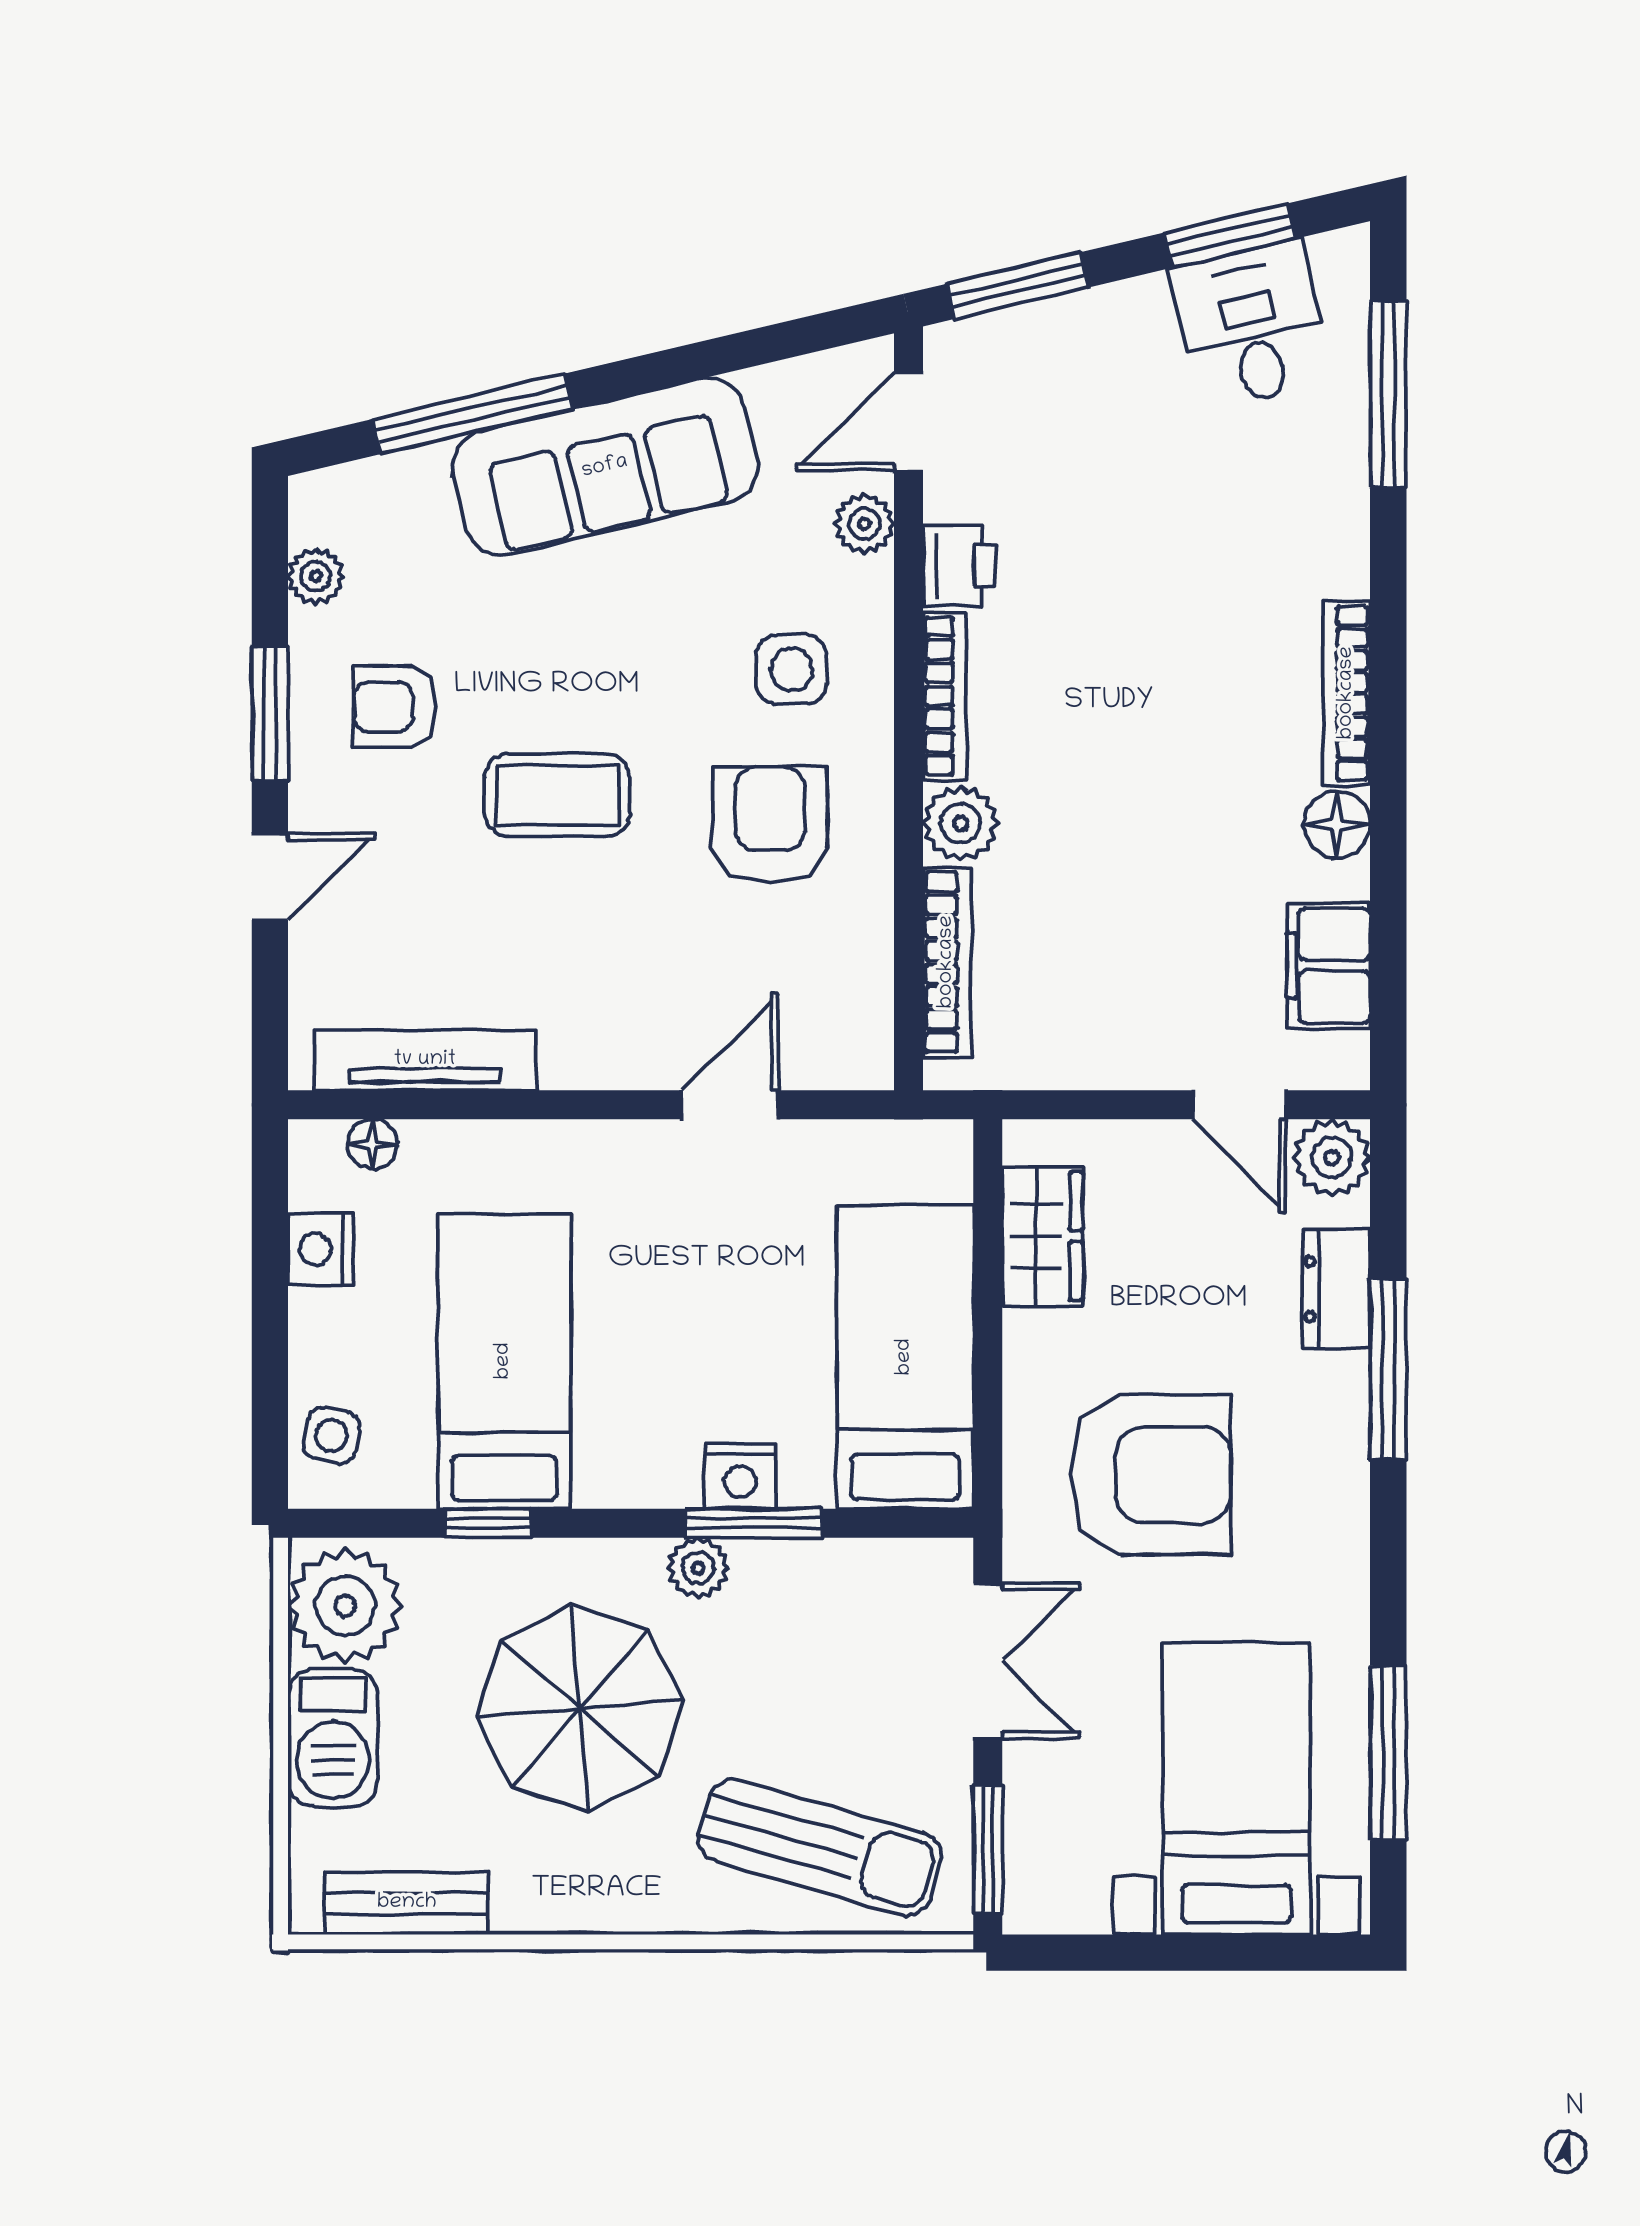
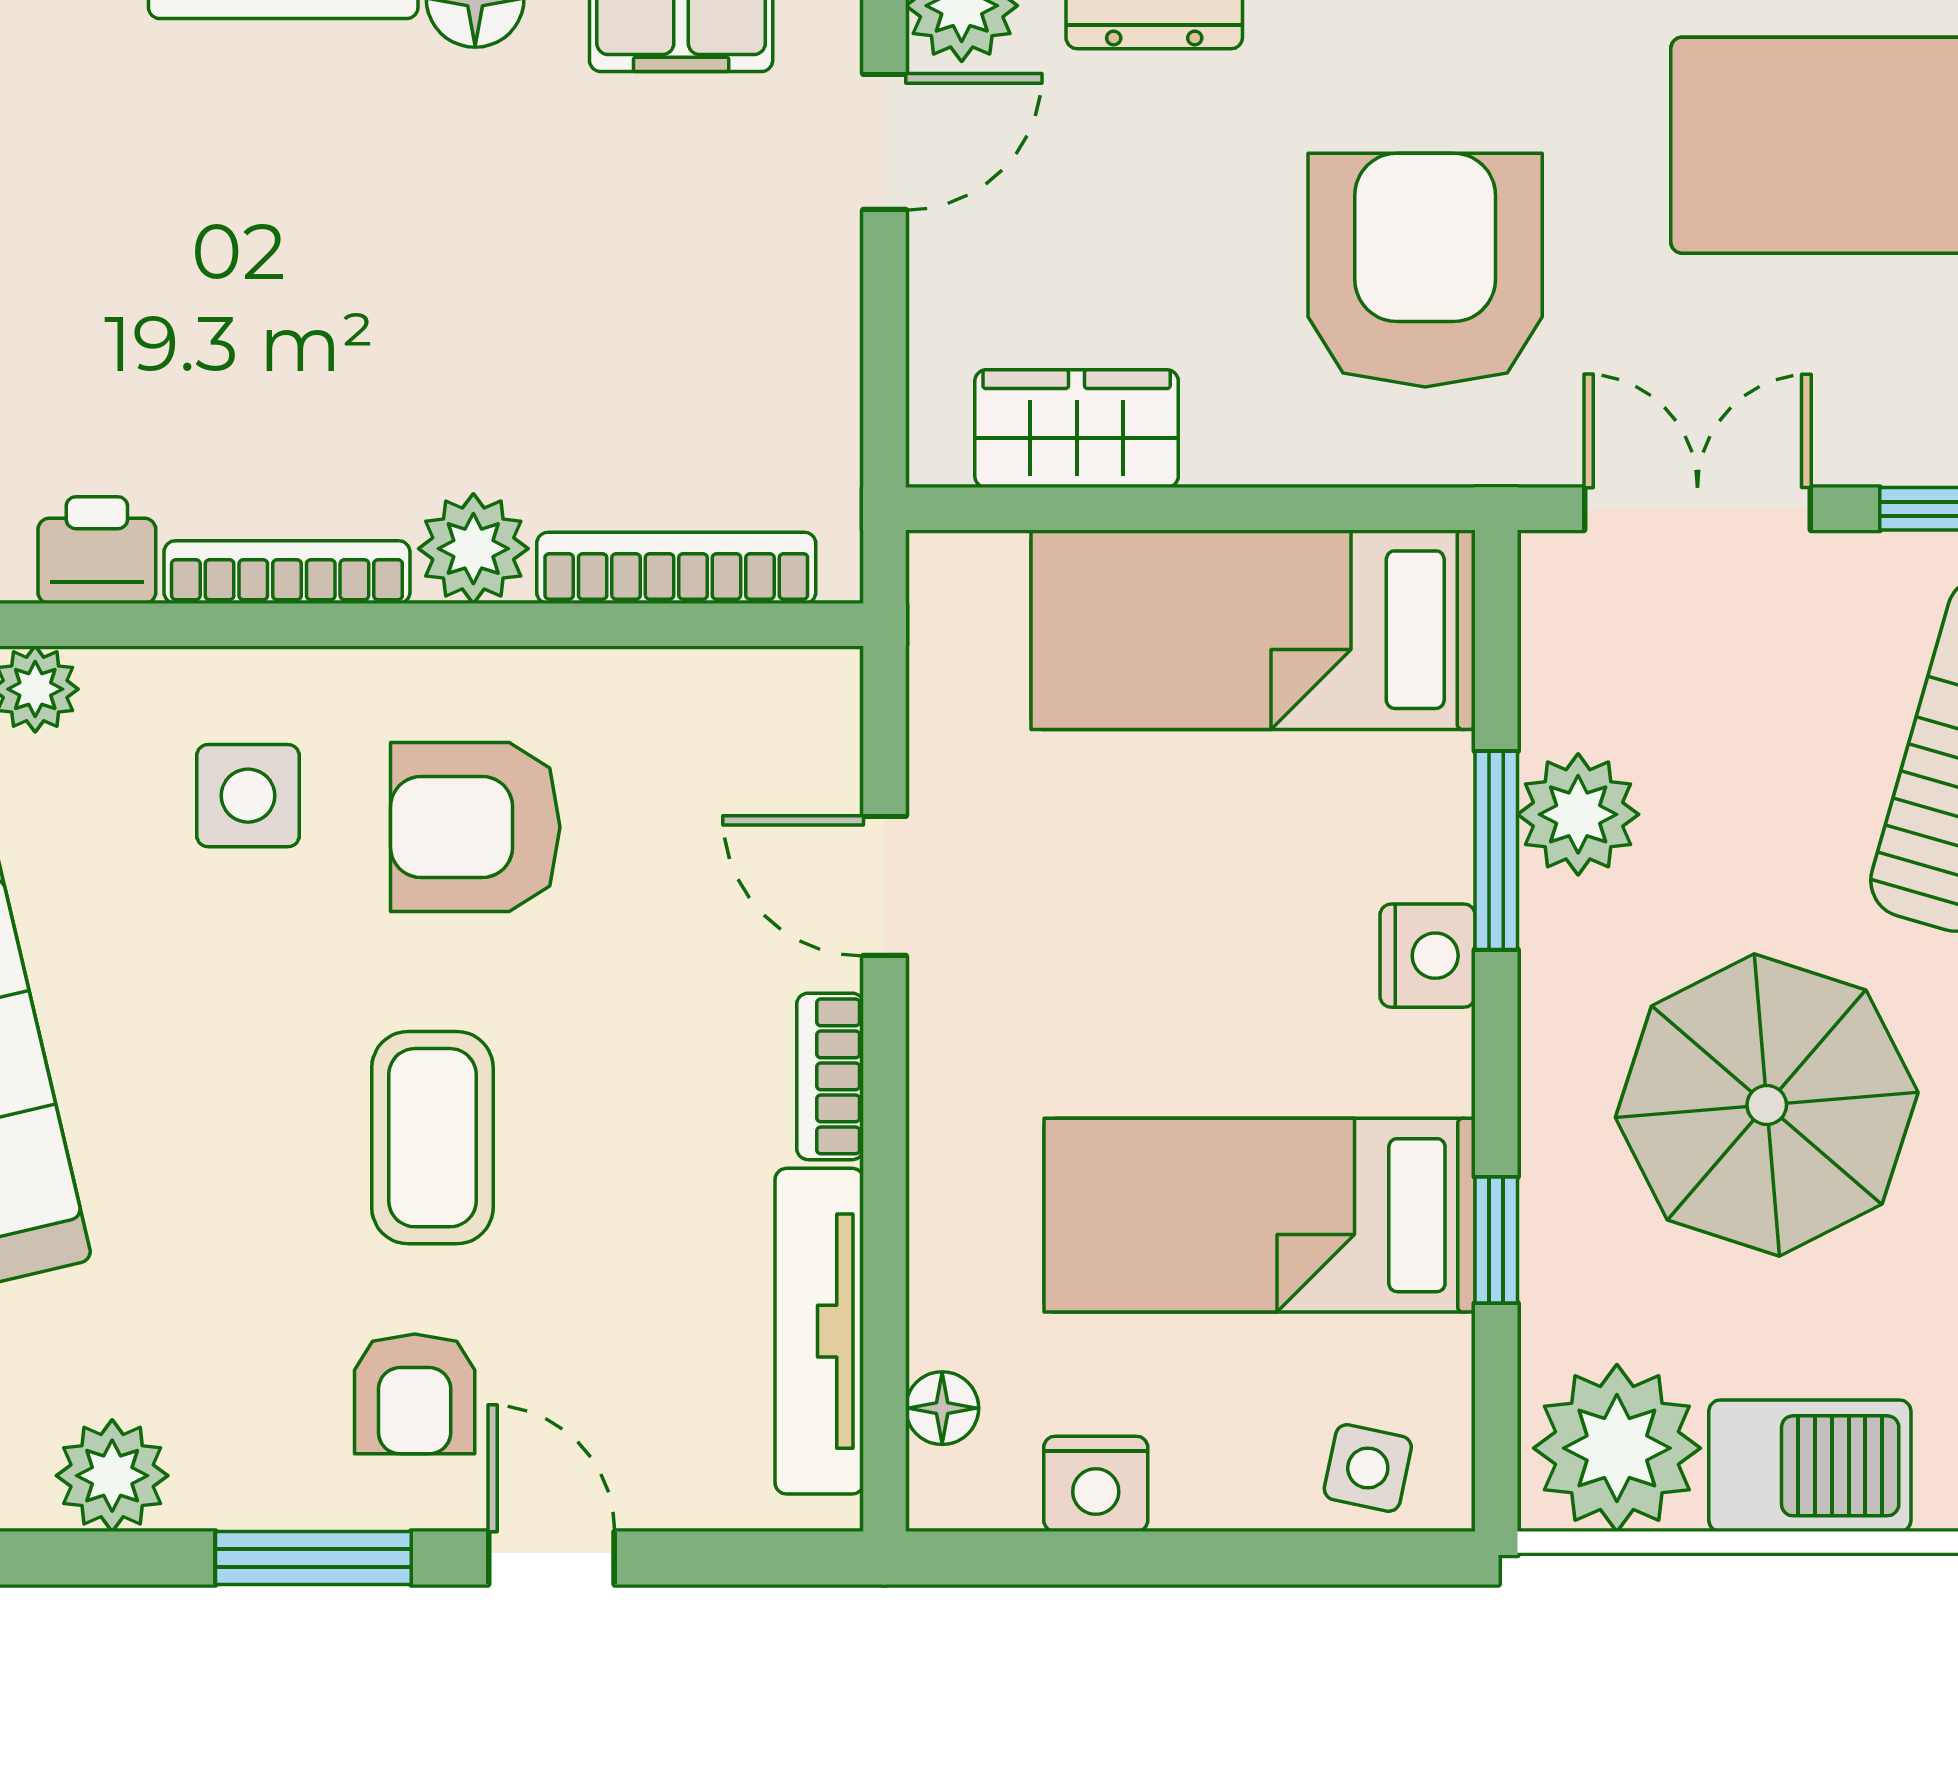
plant: (316, 576) -> (112, 1476), width x1.38, depth x1.38
armchair: (395, 707) -> (415, 1394), moved
bookcase: (599, 1068) -> (830, 1076), added
nightstand: (740, 1476) -> (1428, 956), moved
plant: (698, 1568) -> (1578, 814), moved, width x1.38, depth x1.38

